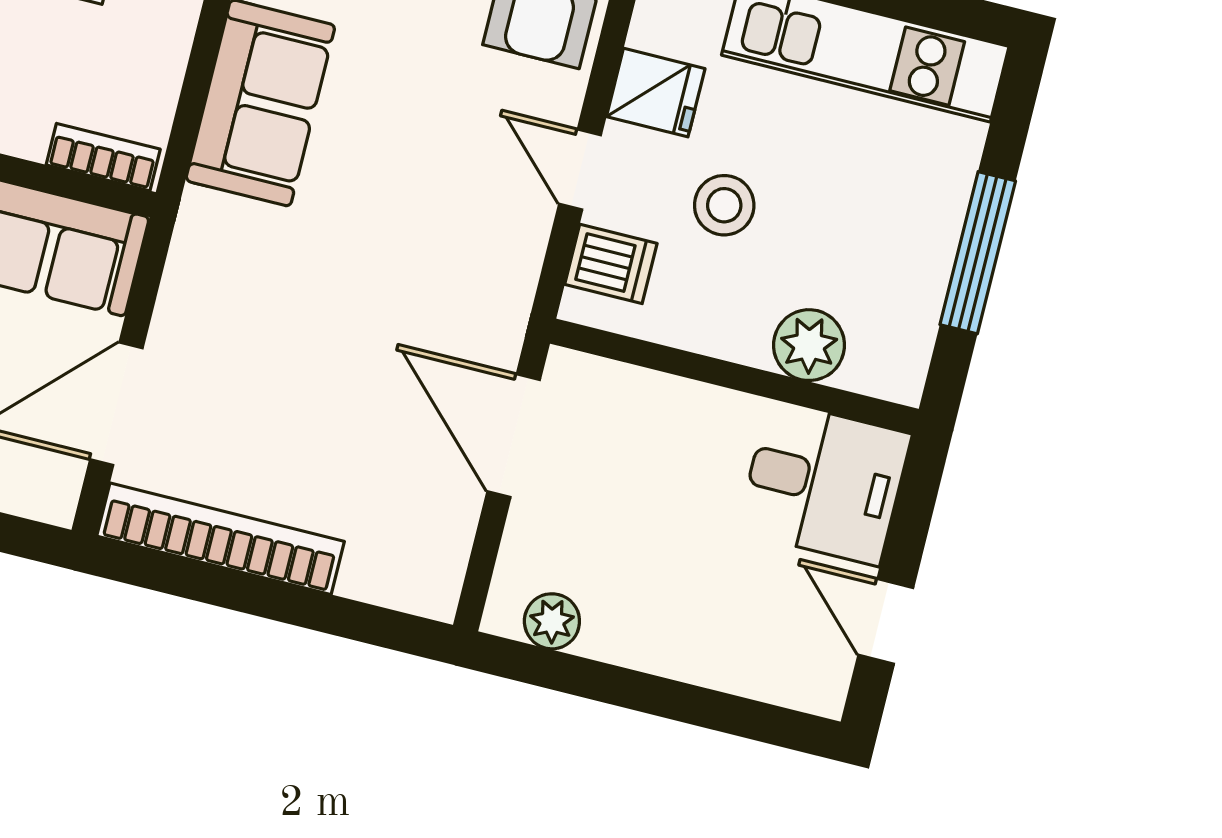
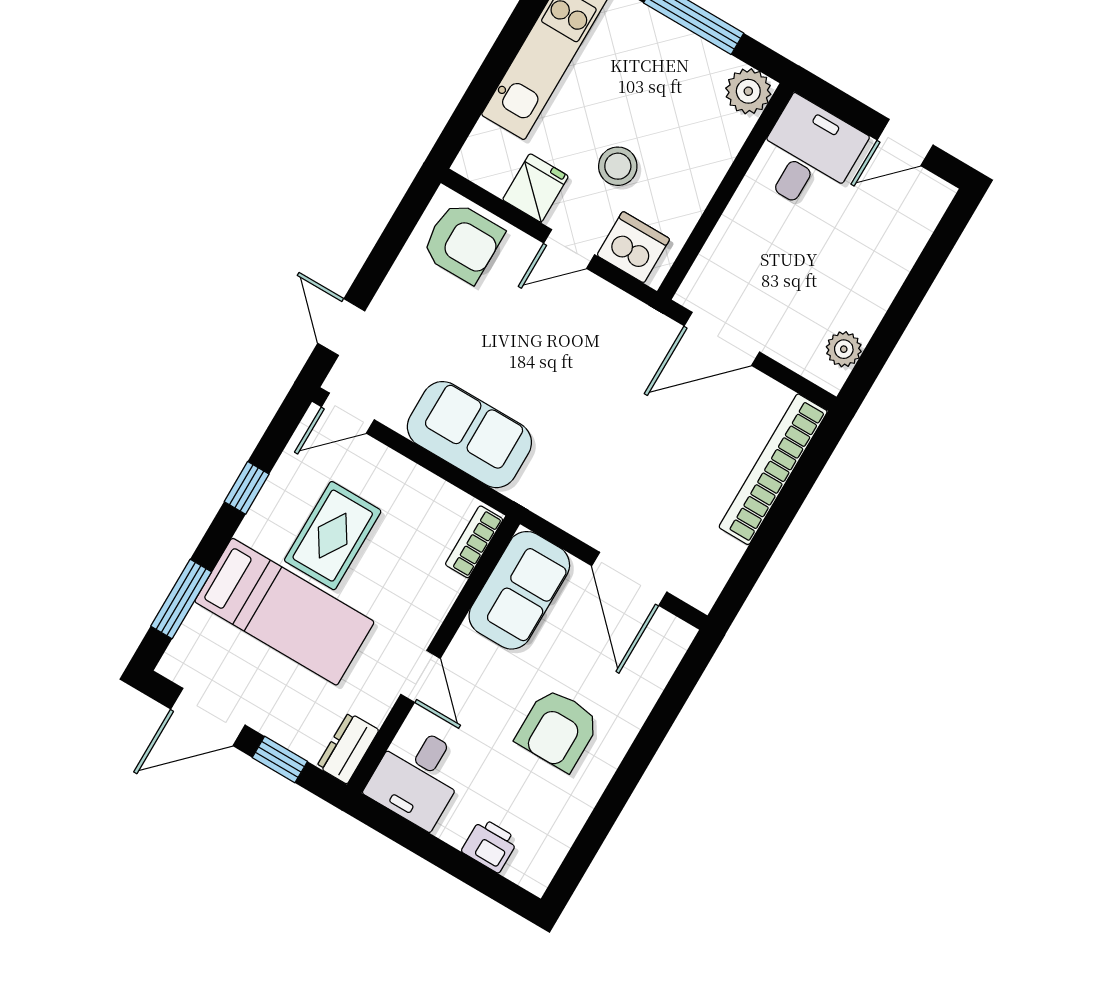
dishwasher: (611, 264) -> (633, 247), width x1.38
plant: (809, 345) -> (748, 91), moved
bookcase: (221, 539) -> (773, 469), moved

